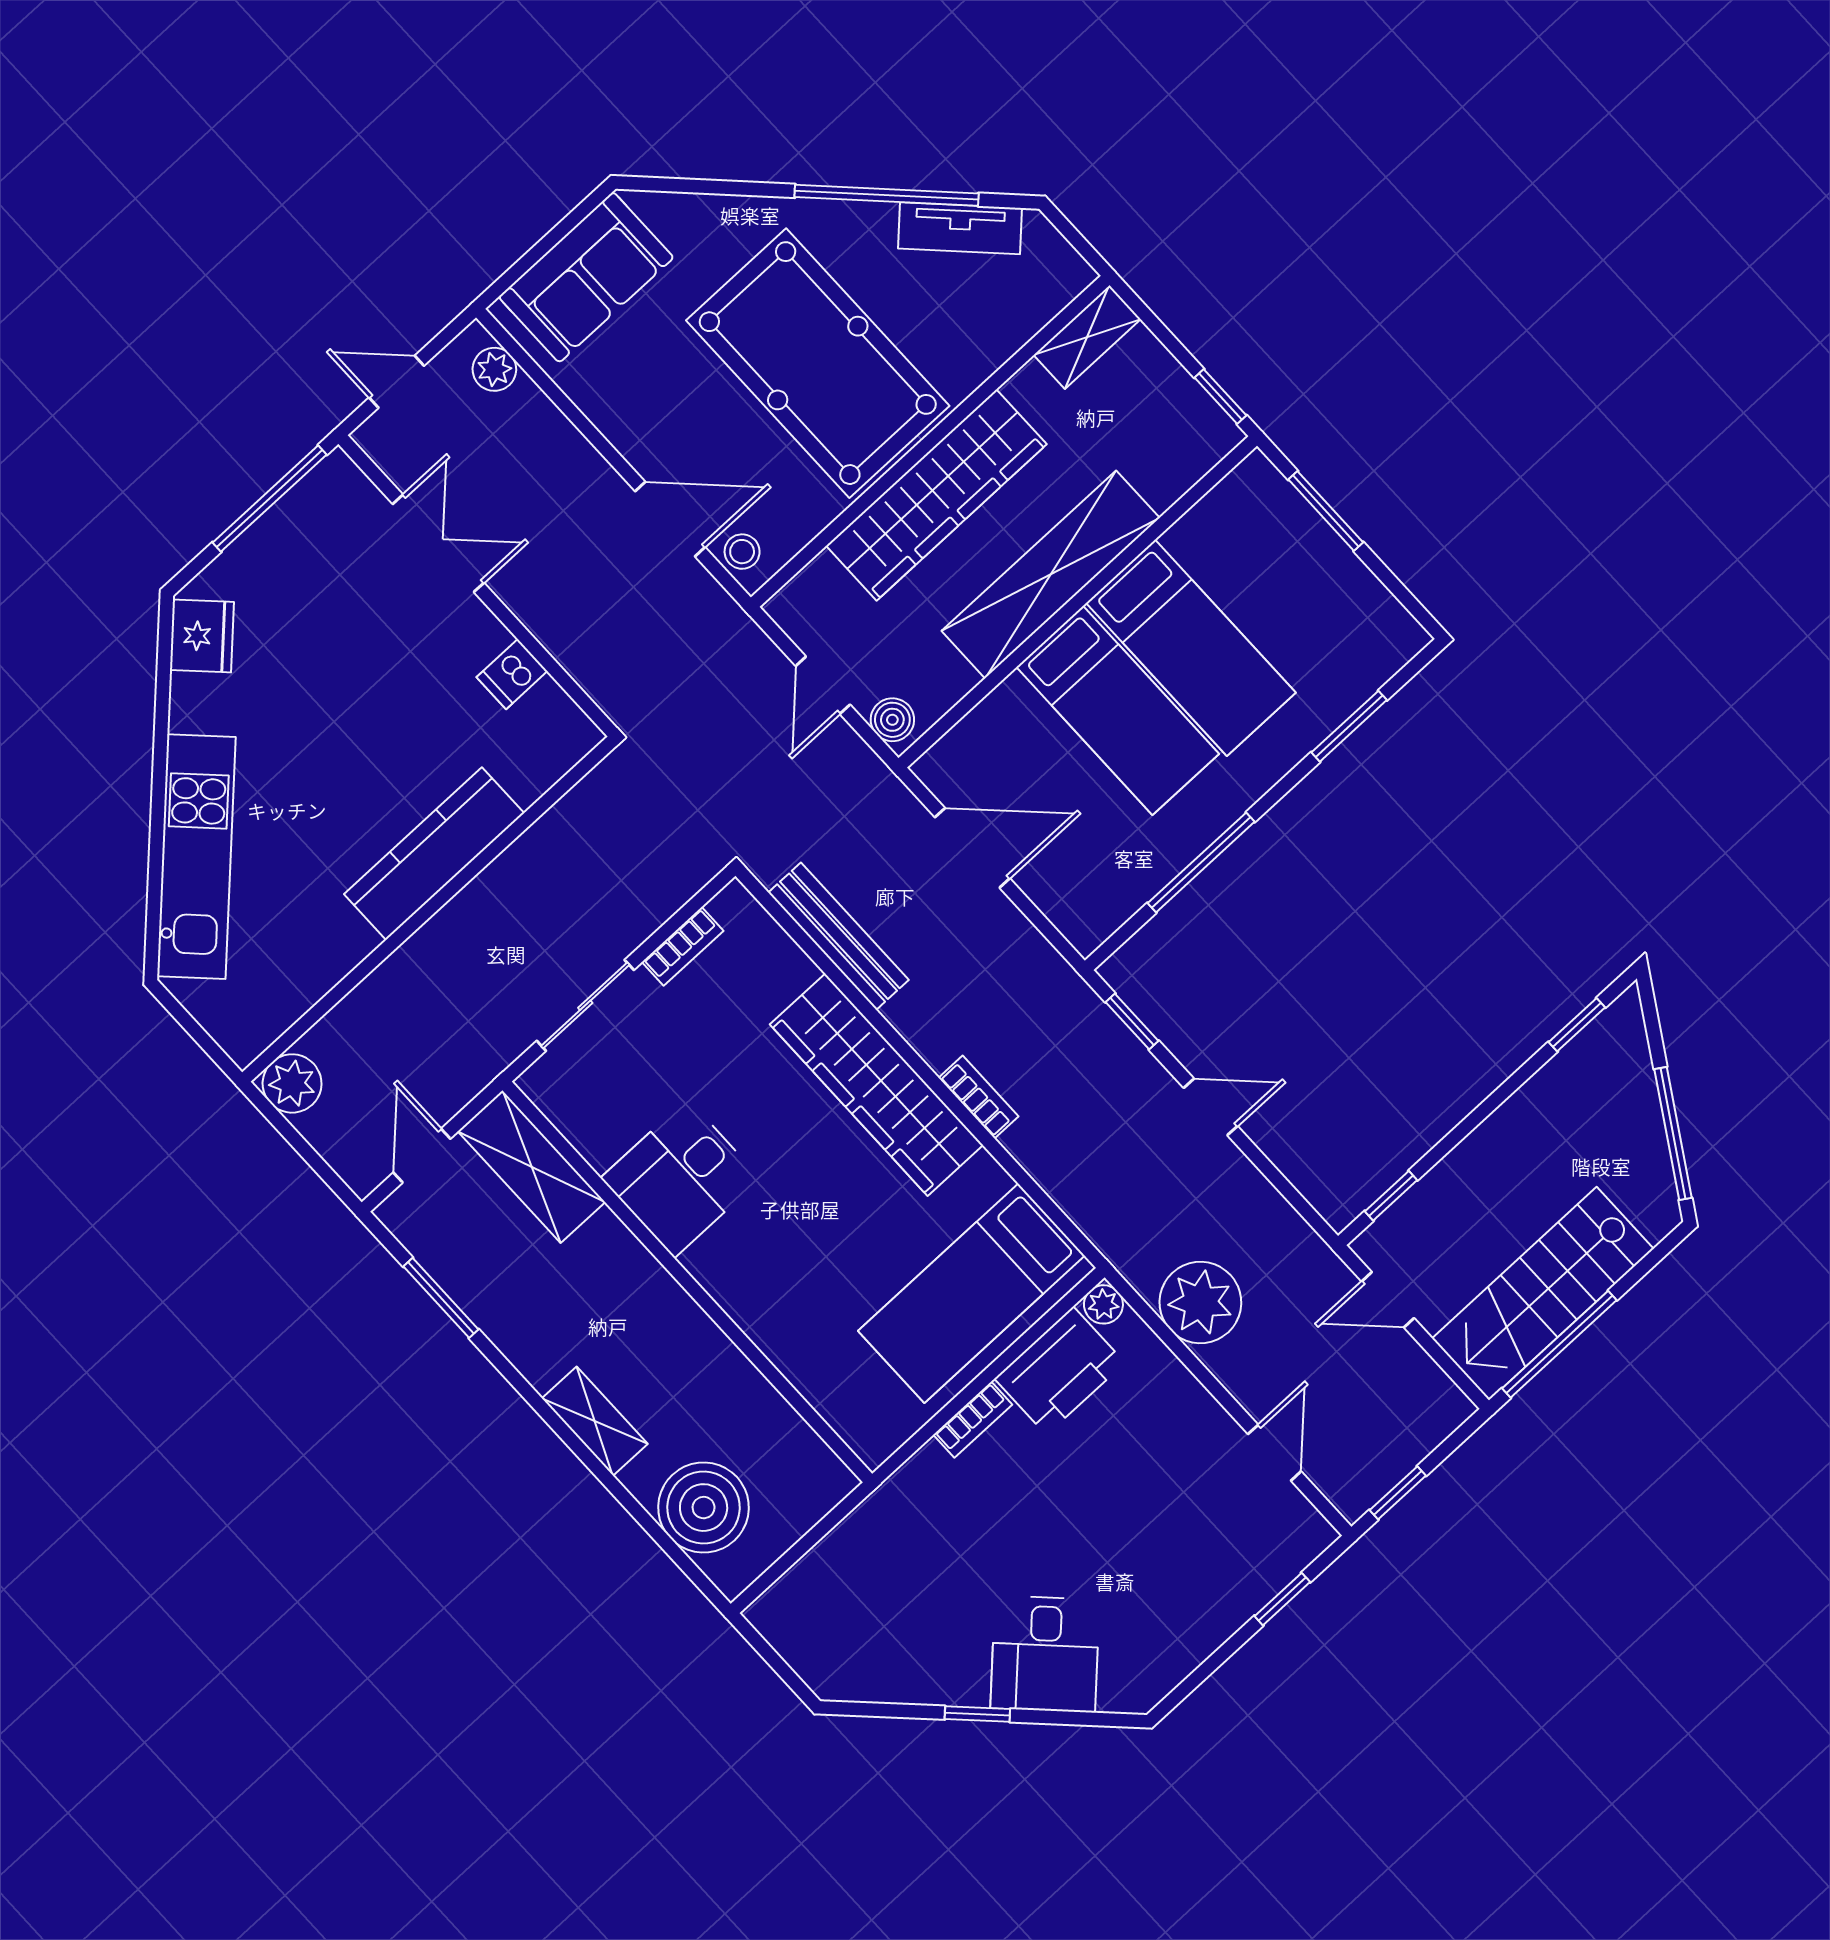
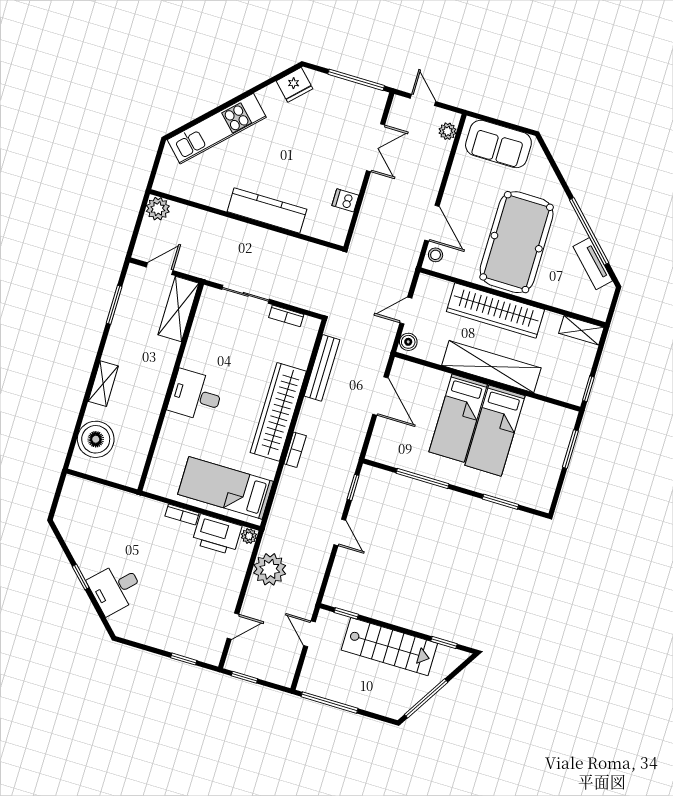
desk: (681, 1178) -> (196, 396), moved
stairs: (1543, 1294) -> (389, 647), moved, turned 180

